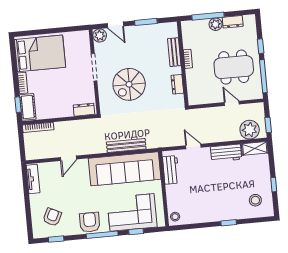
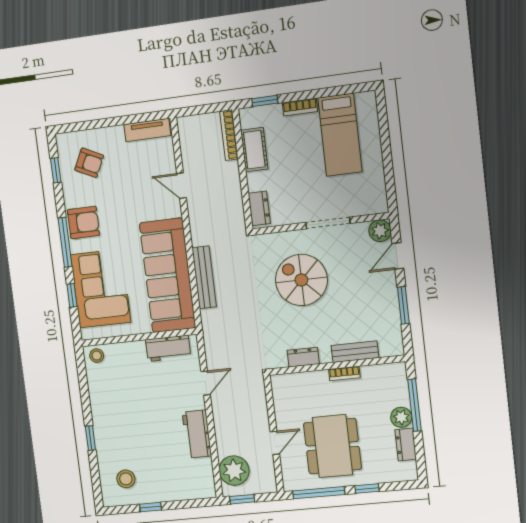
bed: (40, 53) -> (340, 135), width x0.67
cot: (28, 107) -> (254, 150), moved, turned 90
shelving: (255, 148) -> (205, 478), removed

